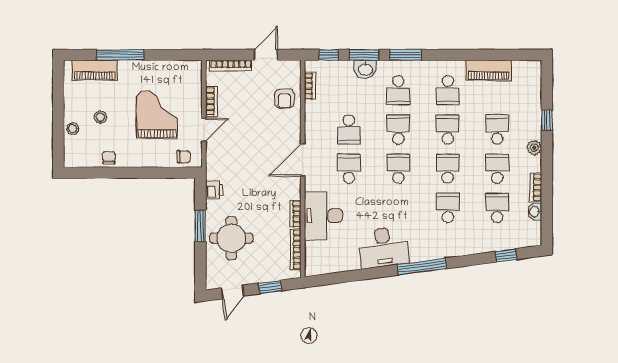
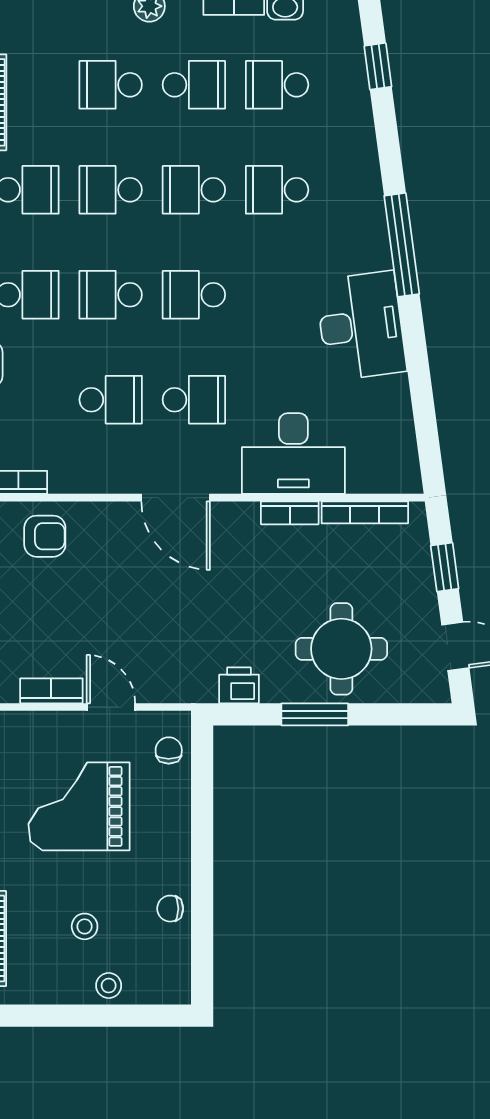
school desk: (349, 169) -> (194, 400), turned 180
school desk: (497, 169) -> (194, 85), turned 180

